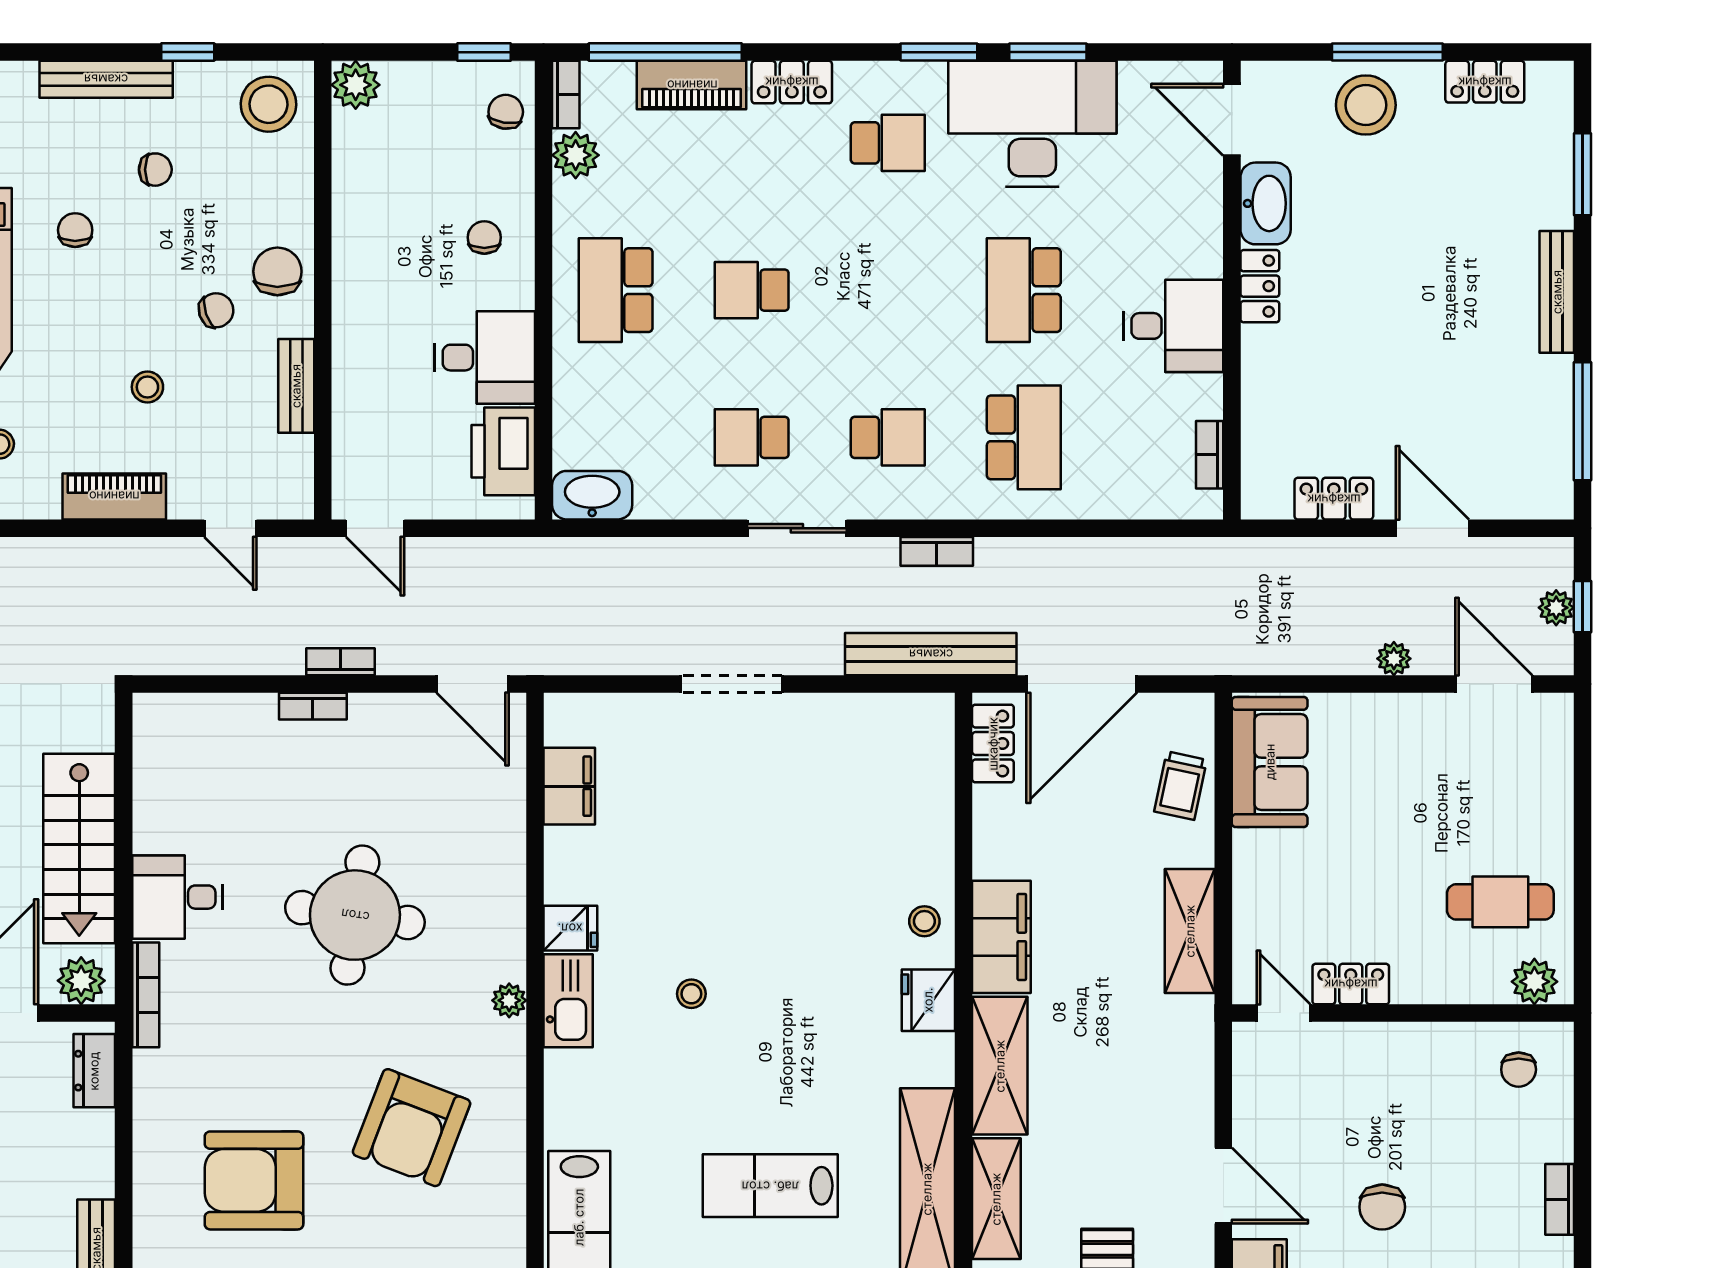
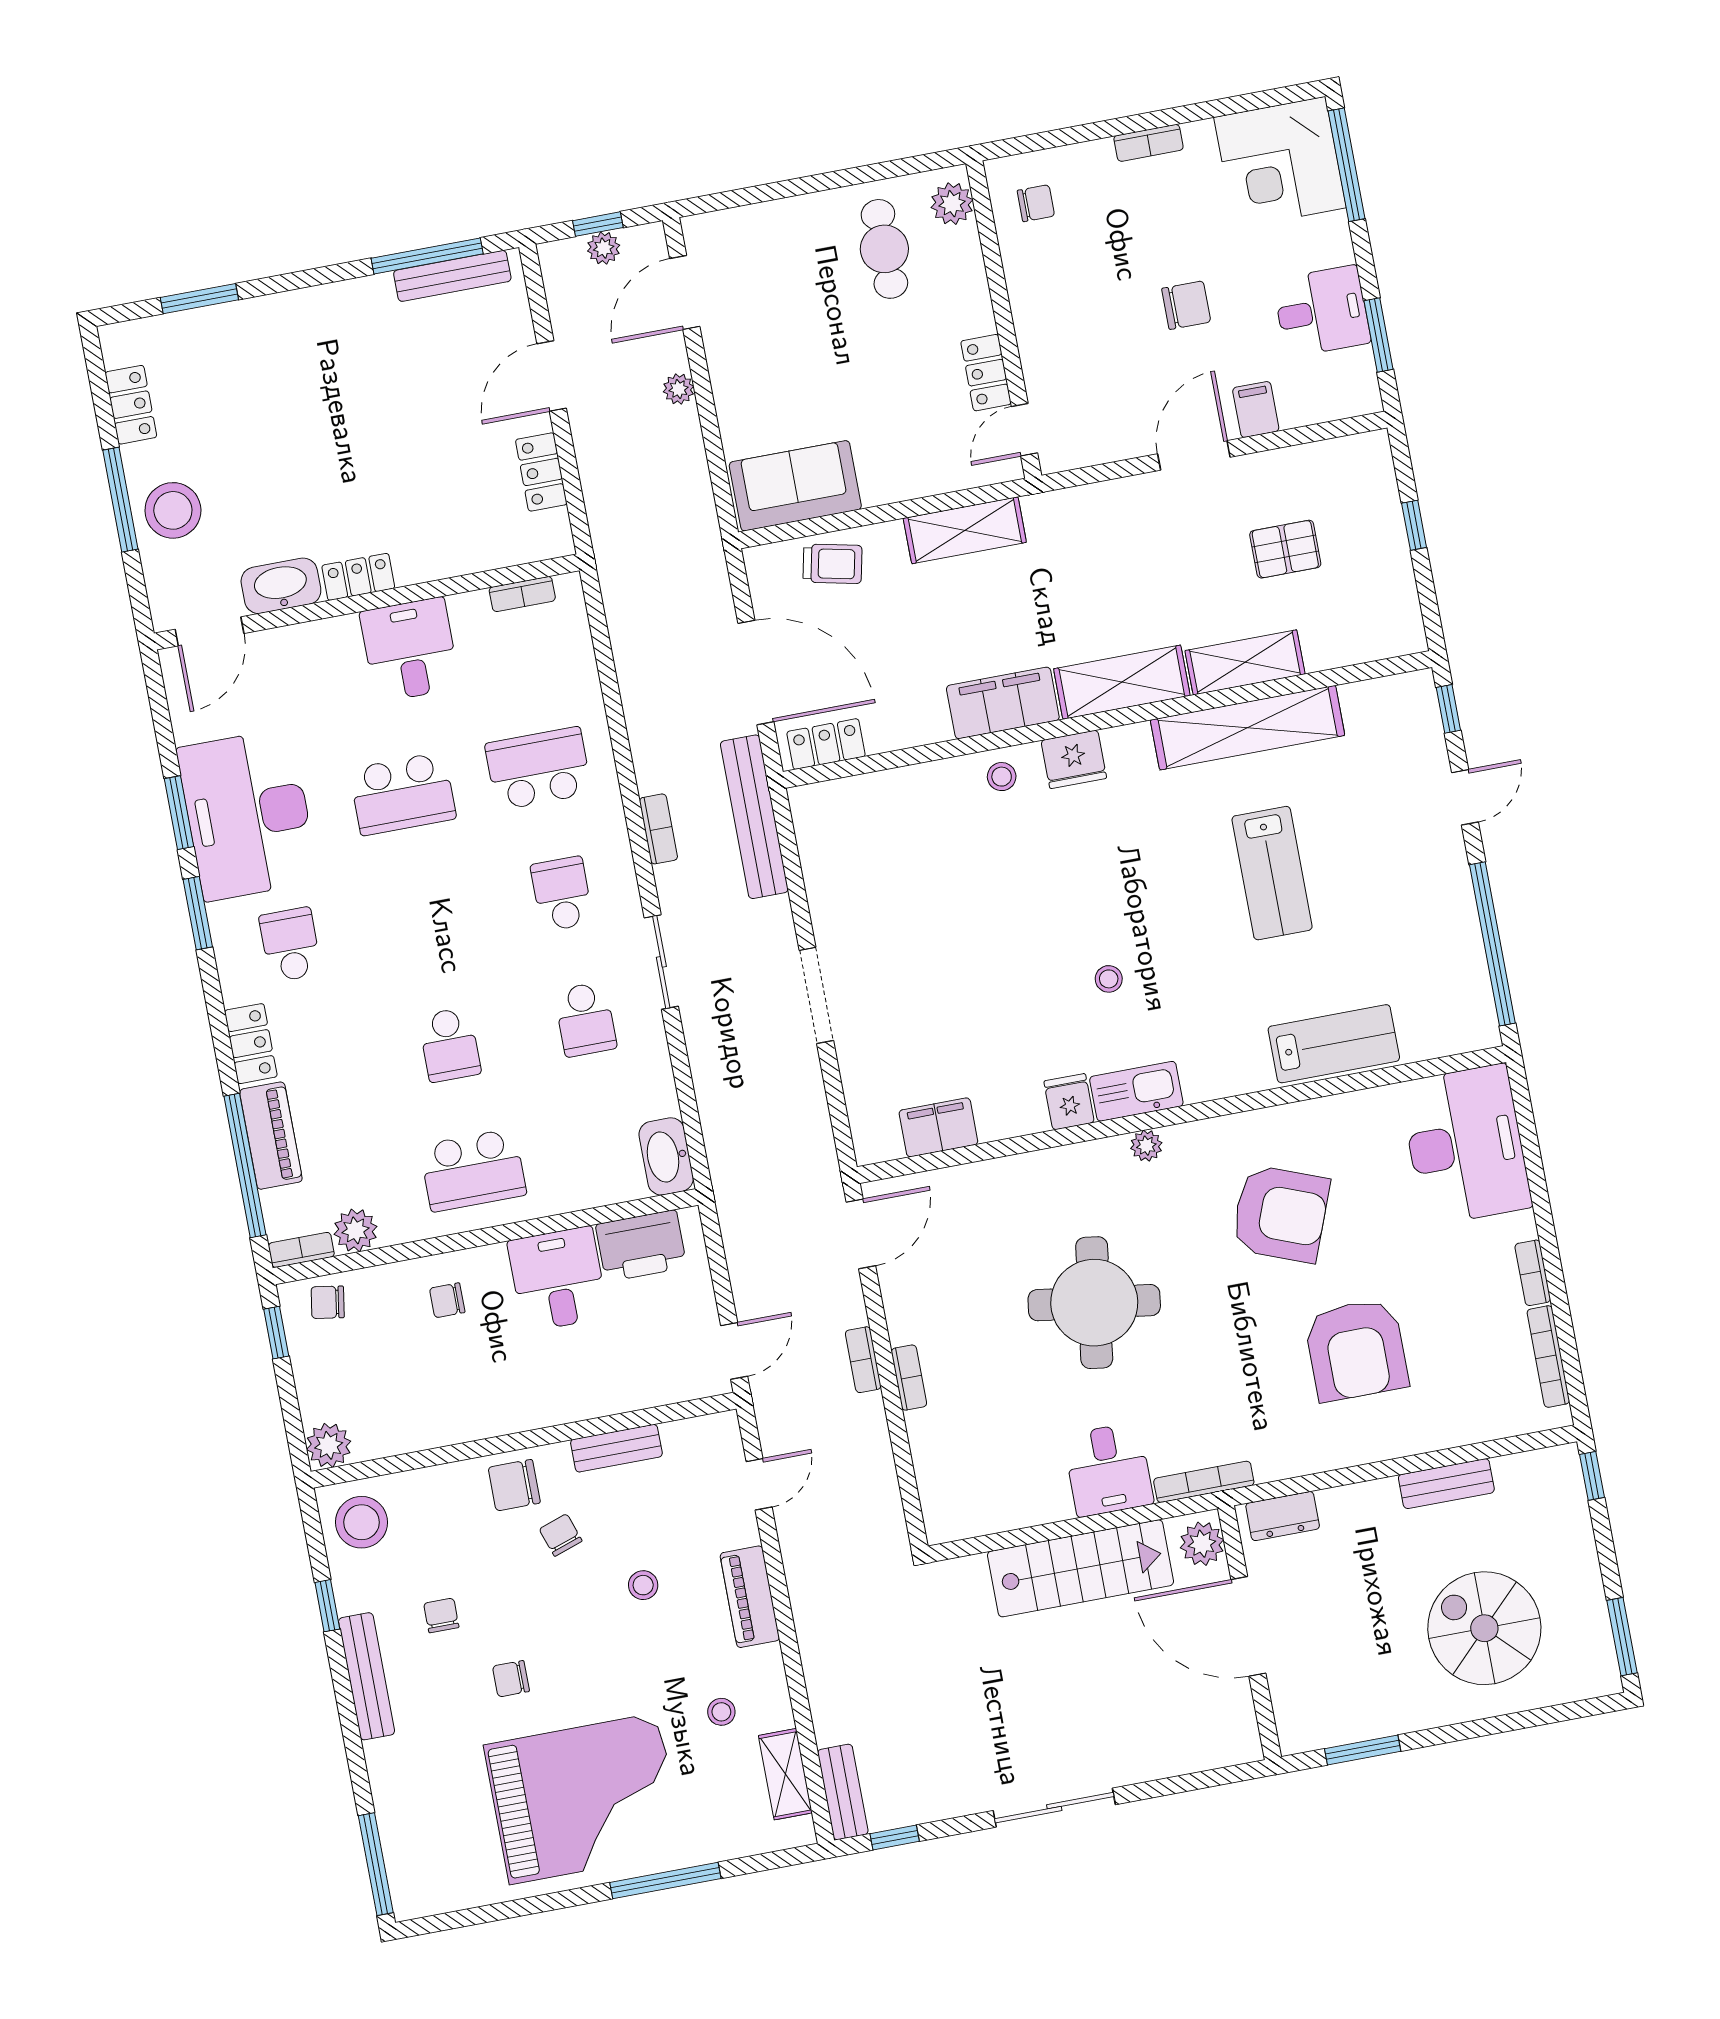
bench: (1557, 292) -> (452, 276), moved

